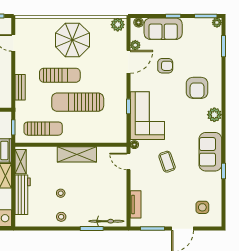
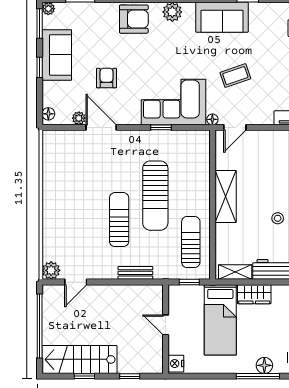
plant: (118, 25) -> (51, 270), moved
sofa: (163, 29) -> (57, 55), moved
parasol: (72, 40) -> (72, 203), removed
armchair: (197, 88) -> (134, 19), moved

